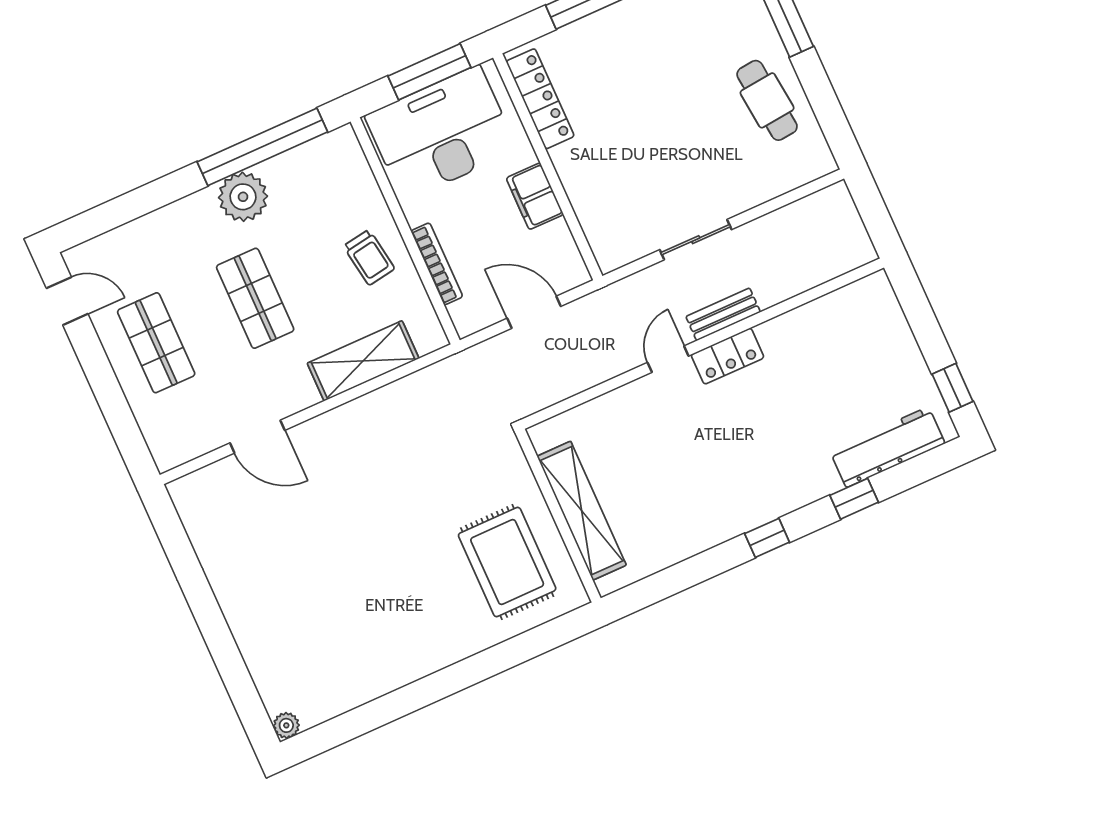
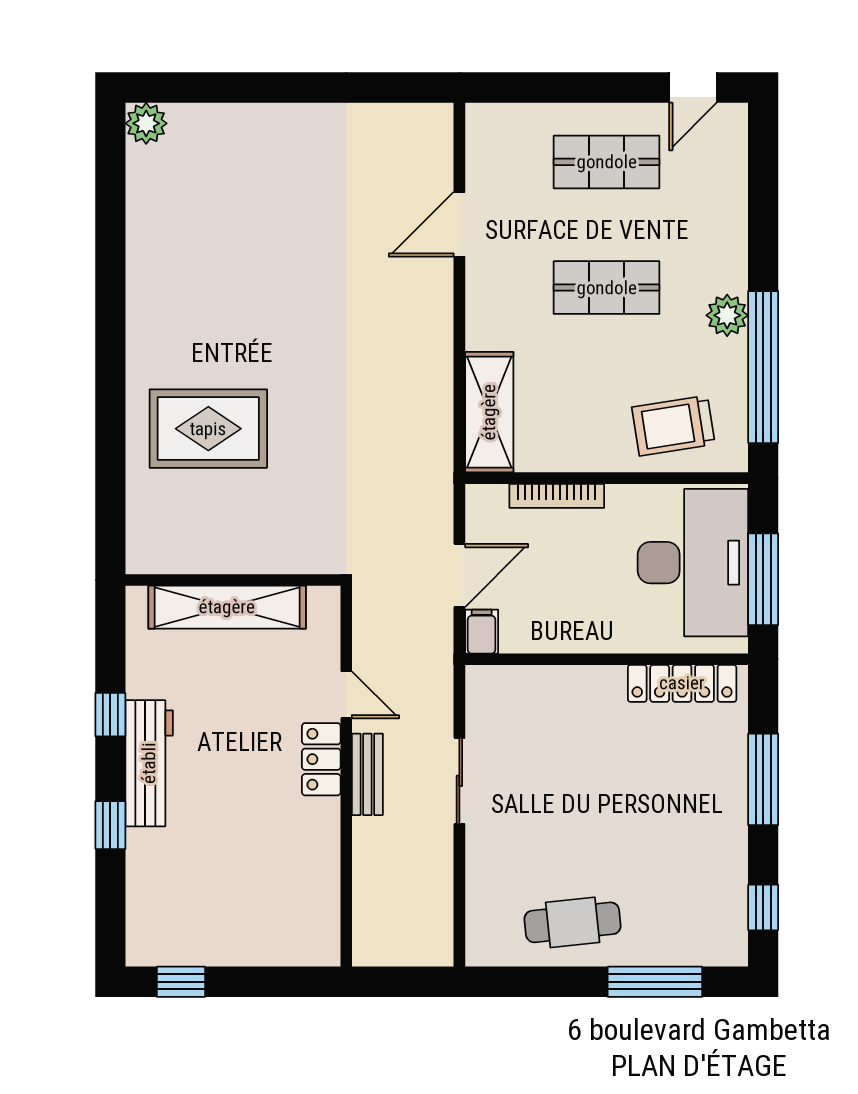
filing cabinet: (535, 196) -> (482, 632), moved, width x0.50
plant: (243, 197) -> (727, 315), width x0.73, depth x0.73
trolley: (369, 257) -> (673, 426), moved, width x1.36, depth x1.39
shelving: (363, 361) -> (489, 412), moved
workbench: (887, 447) -> (149, 763), moved
shelving: (582, 511) -> (227, 607), moved
wall: (558, 516) -> (233, 580), moved
plant: (286, 725) -> (146, 123), width x1.38, depth x1.38

